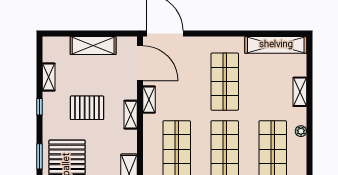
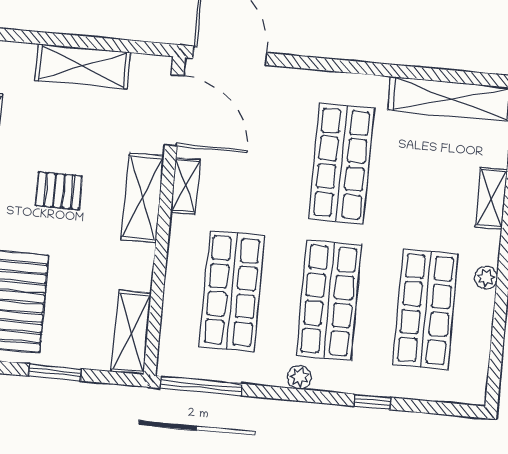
pallet: (87, 108) -> (59, 191), width x0.67, depth x0.71
shelving: (131, 115) -> (143, 198), width x1.50, depth x1.33

